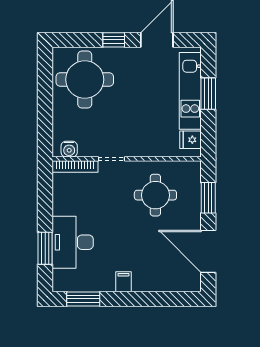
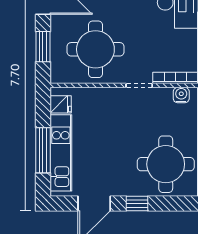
window: (208, 94) -> (43, 150), width x1.44
round table: (155, 195) -> (95, 49), width x1.36, depth x1.36

